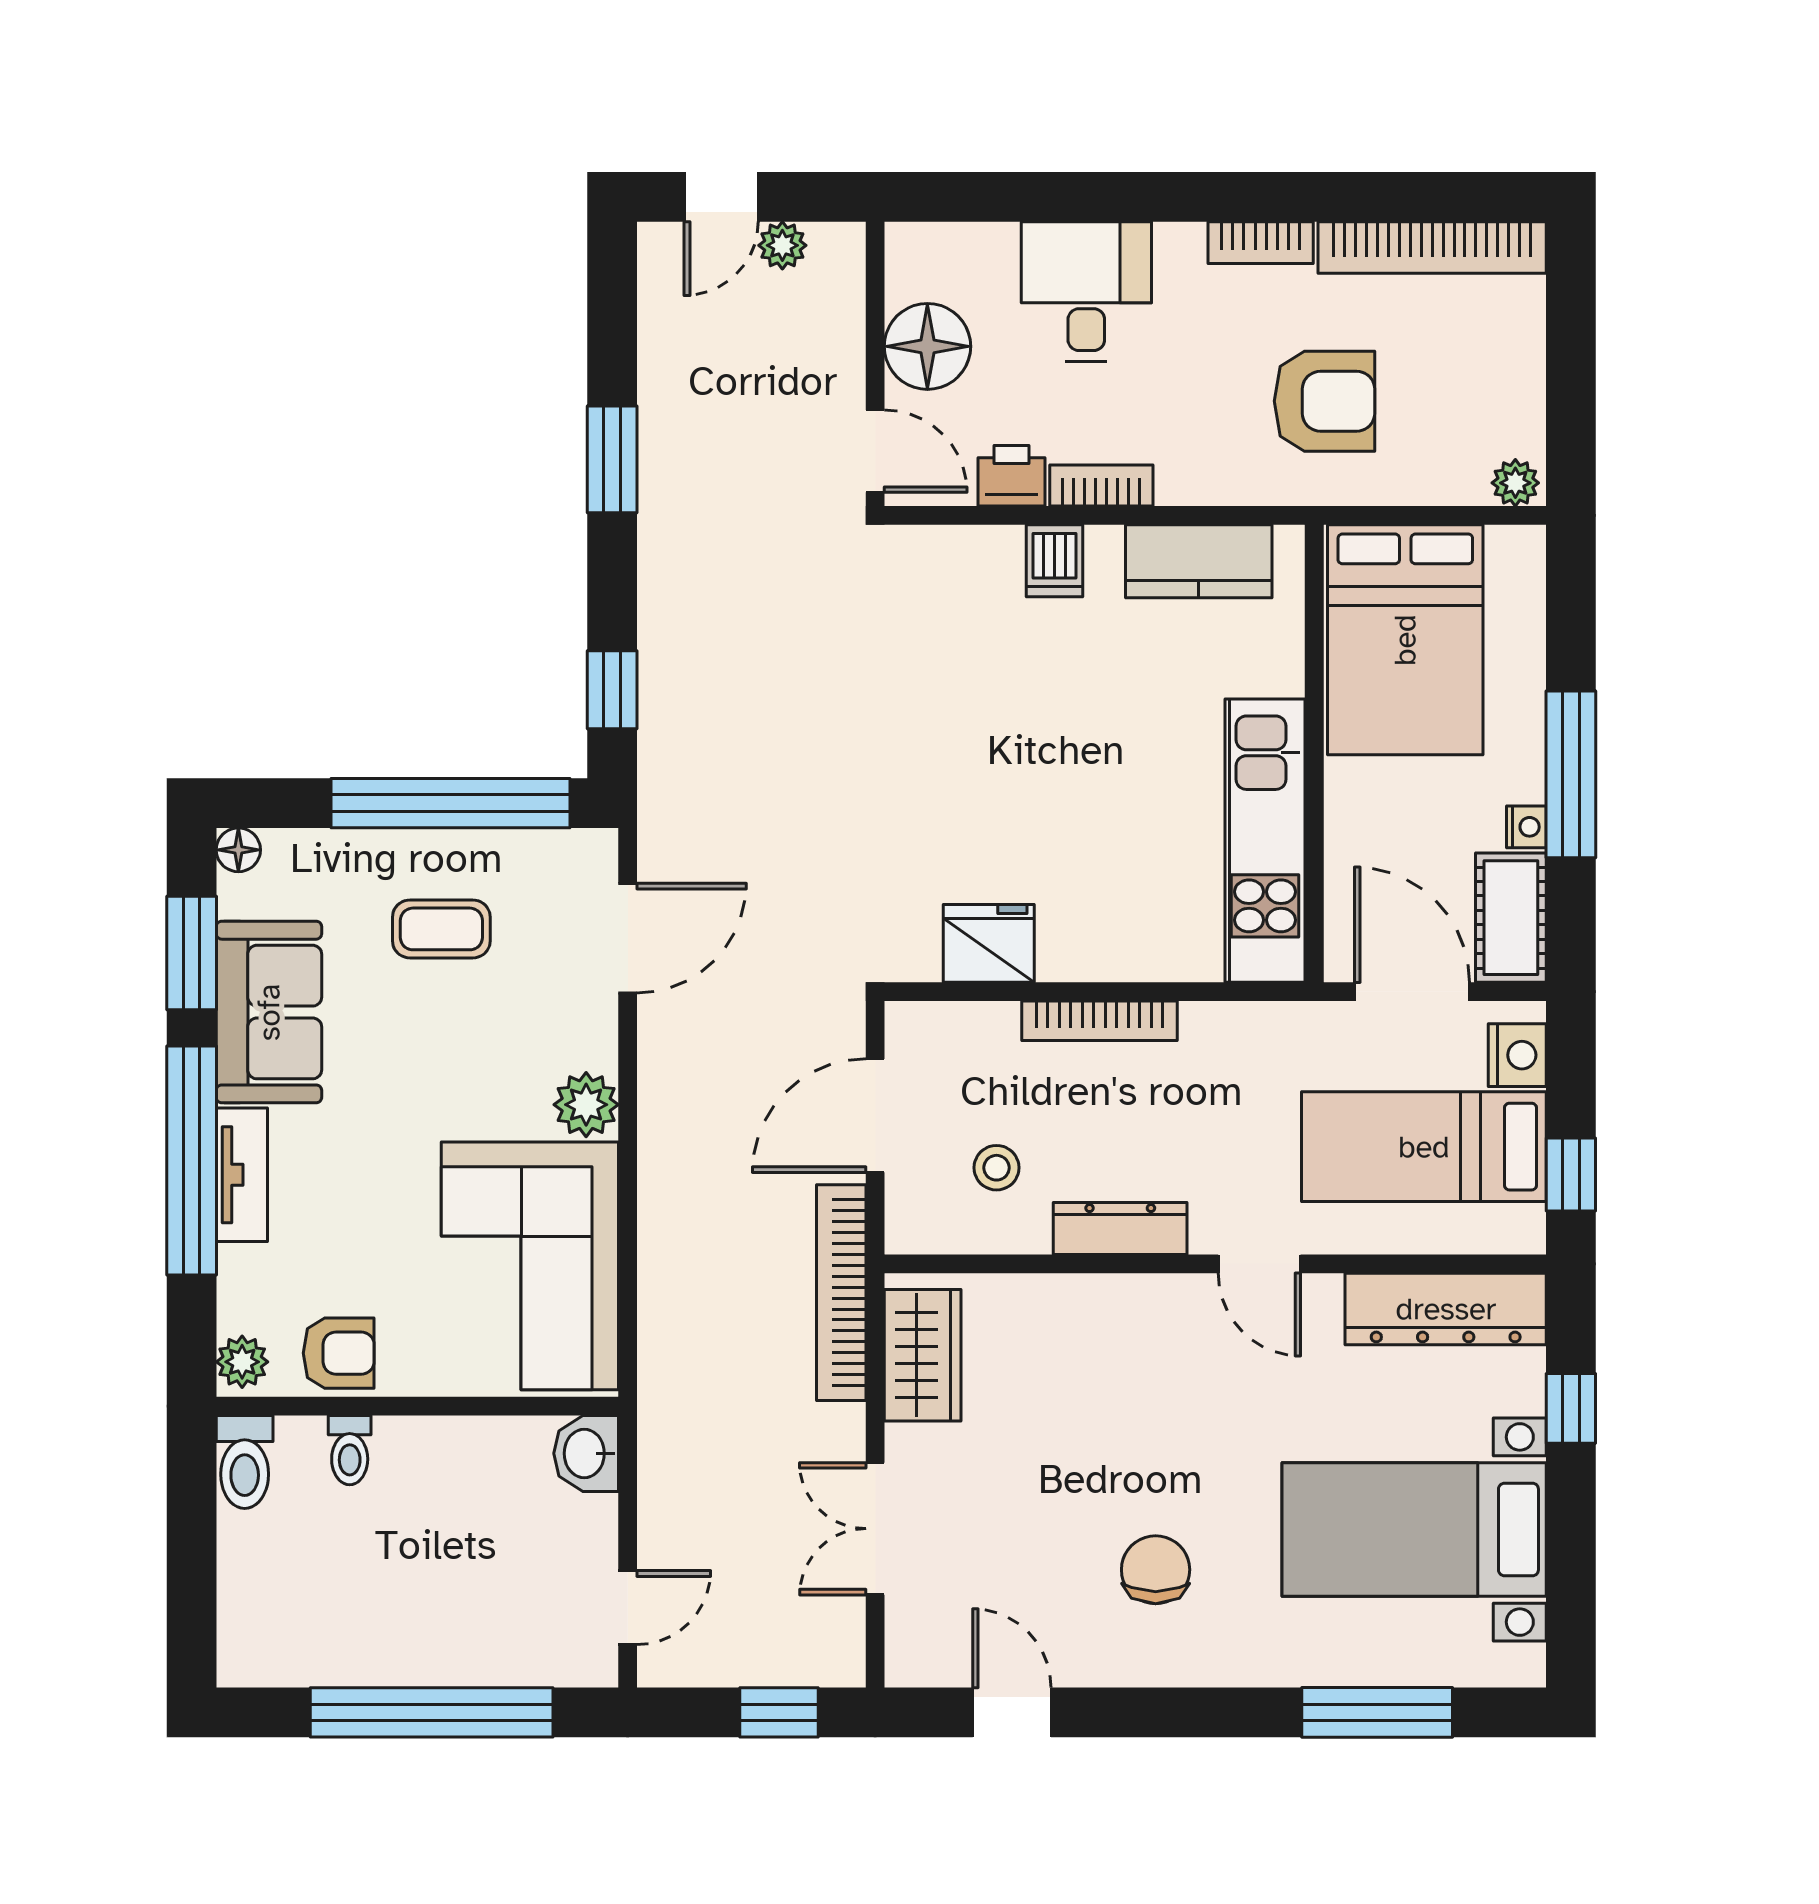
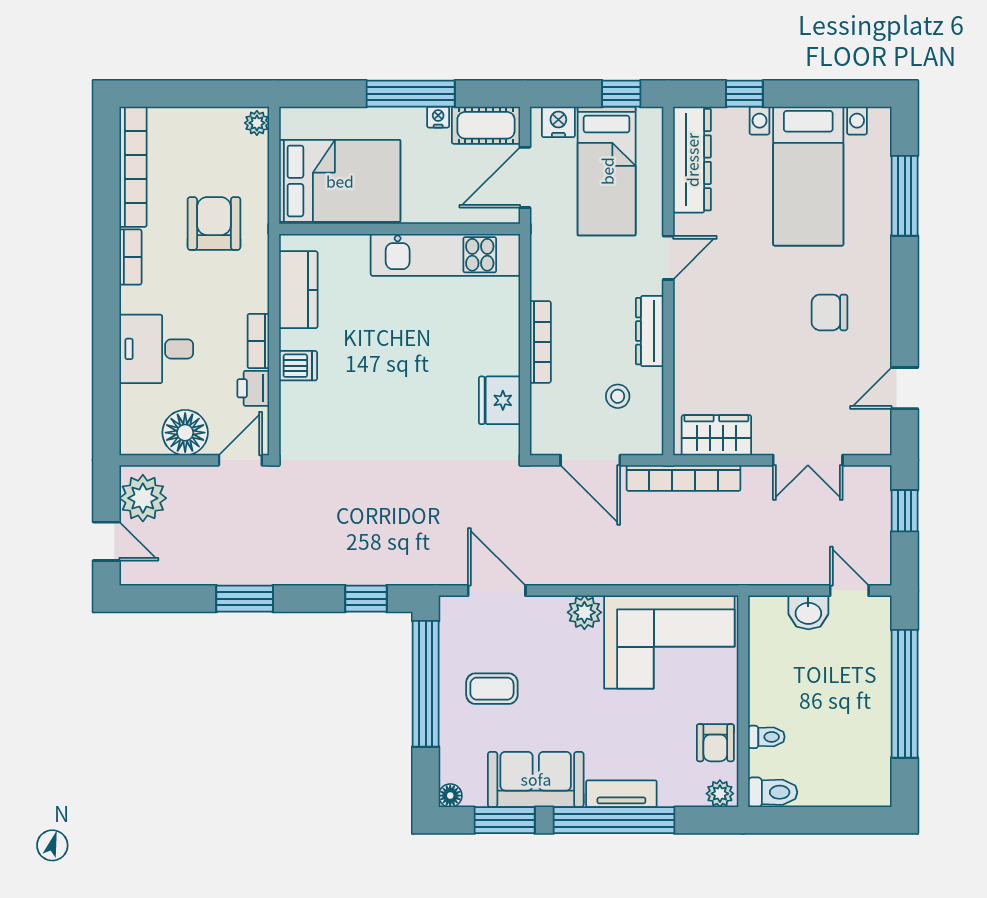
plant: (782, 245) -> (143, 498), width x1.88, depth x1.88
coffee table: (441, 929) -> (492, 689), turned 90
armchair: (339, 1353) -> (715, 743), turned 180
washbasin: (586, 1453) -> (808, 612), moved

